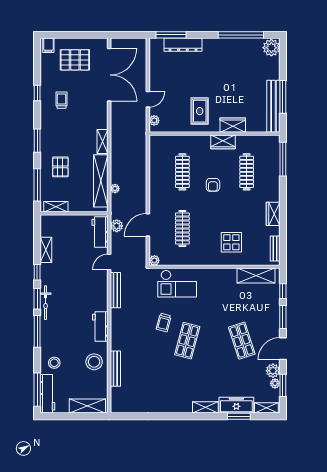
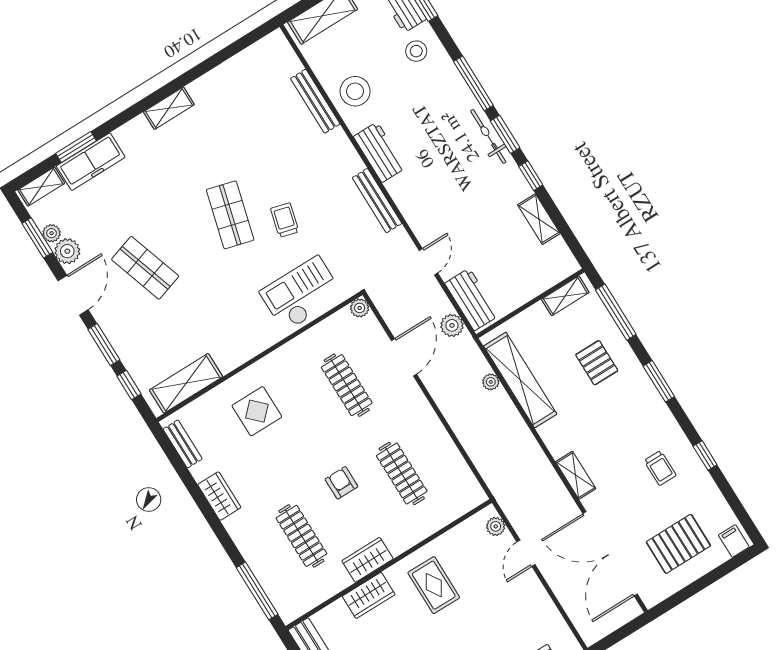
shelving: (103, 142) -> (576, 475), moved
bench: (115, 290) -> (377, 201), moved
shelving: (205, 407) -> (169, 108), moved

